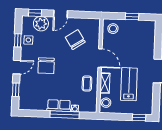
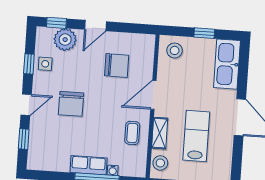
kitchen sink: (148, 36) -> (227, 64), added
chair: (75, 40) -> (117, 65), turned 123
door: (100, 58) -> (153, 95), swing flipped

